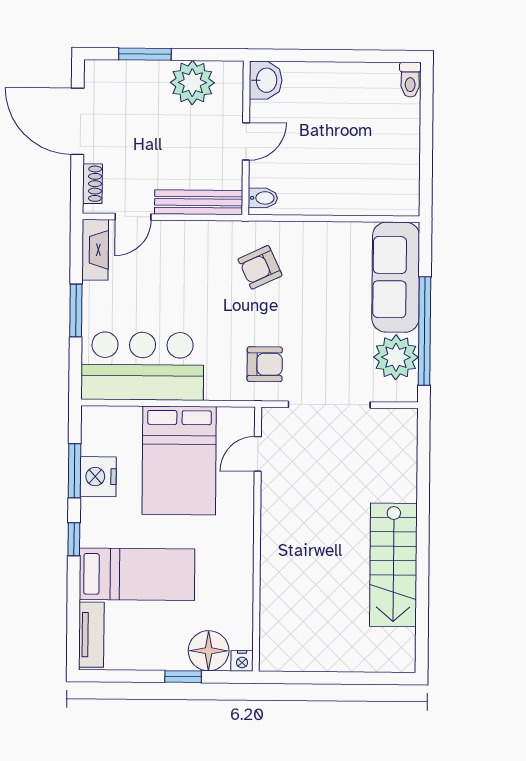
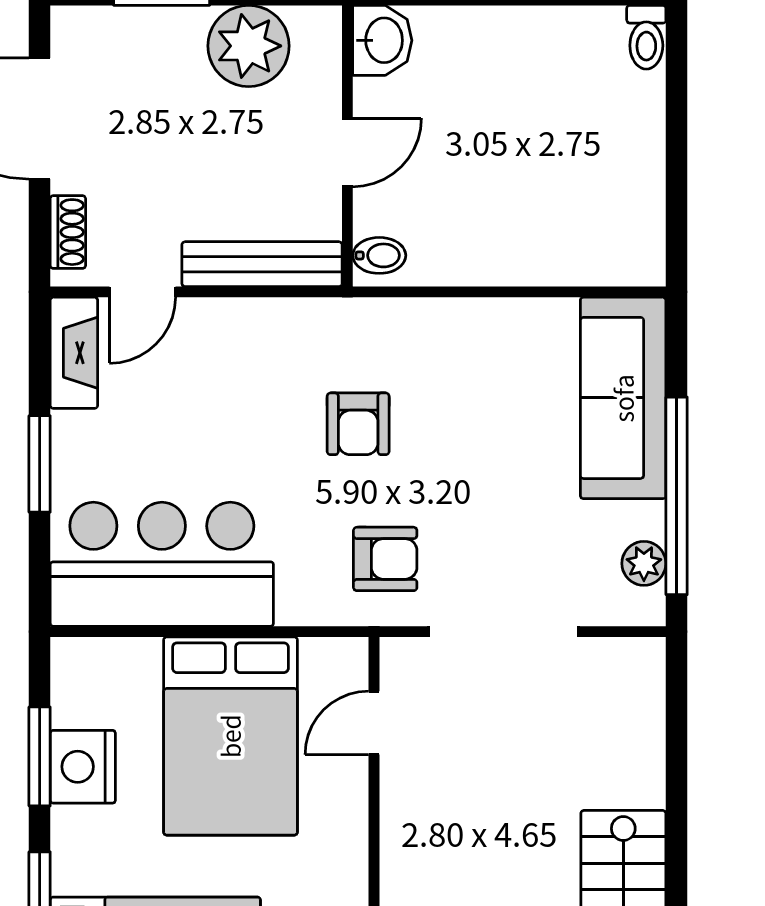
armchair: (260, 267) -> (358, 424), moved, turned -65
plant: (396, 357) -> (644, 563), width x0.53, depth x0.53

